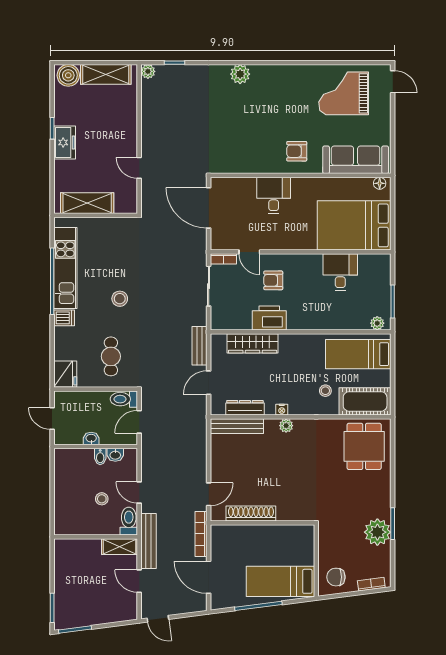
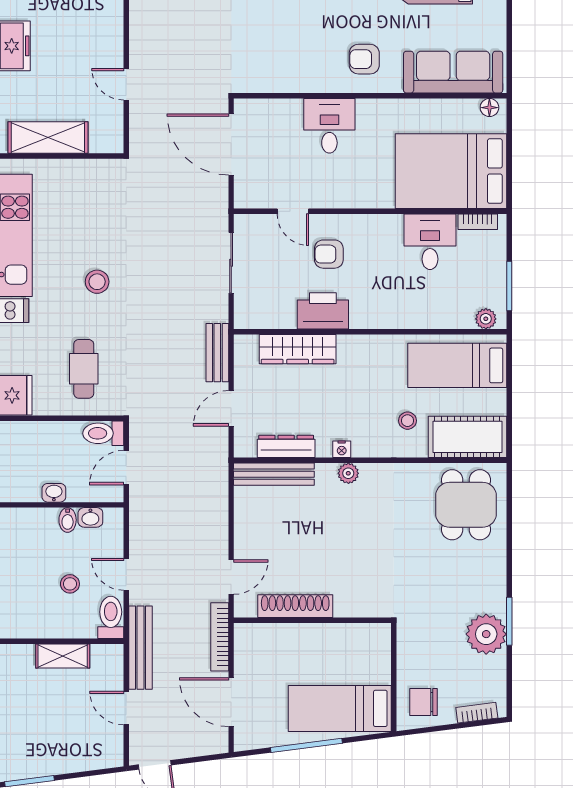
bookcase: (223, 259) -> (478, 222), moved
shelving: (119, 547) -> (63, 656), moved

